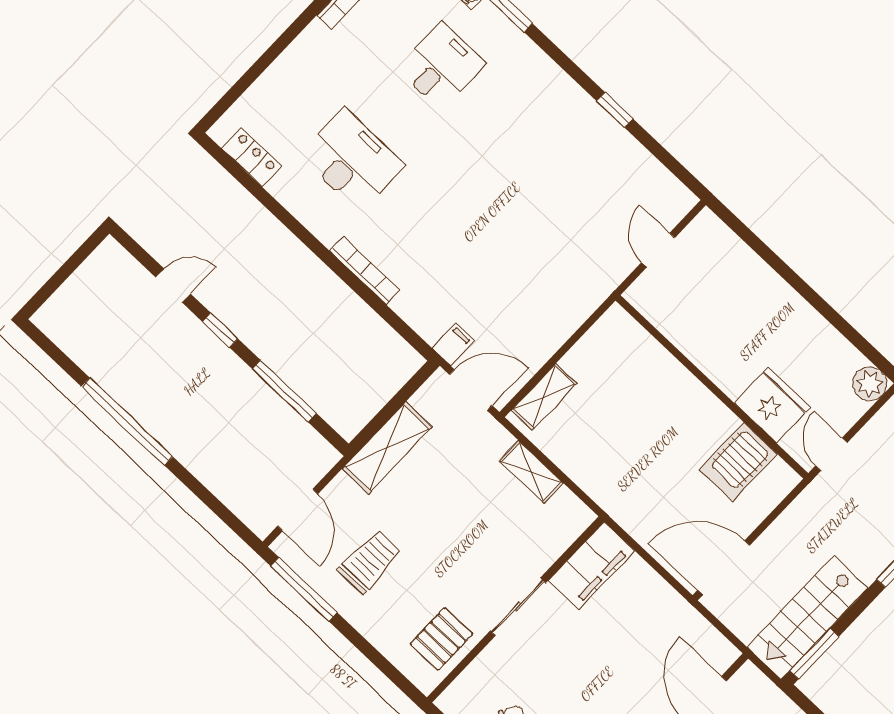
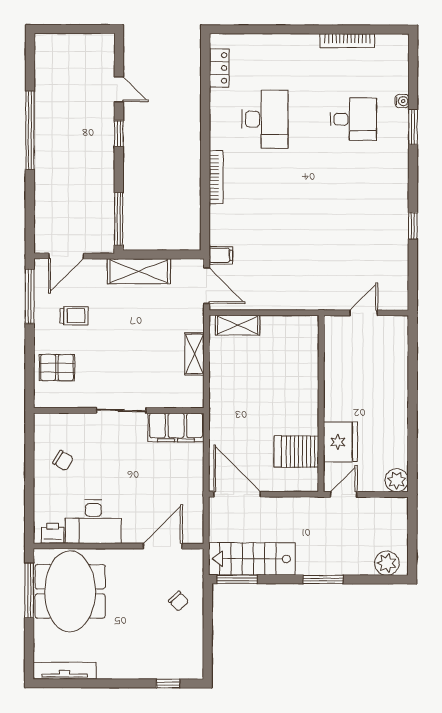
window: (284, 391) -> (119, 219), moved
trolley: (369, 562) -> (74, 316), width x0.73, depth x0.72
pallet: (441, 639) -> (57, 368), moved

